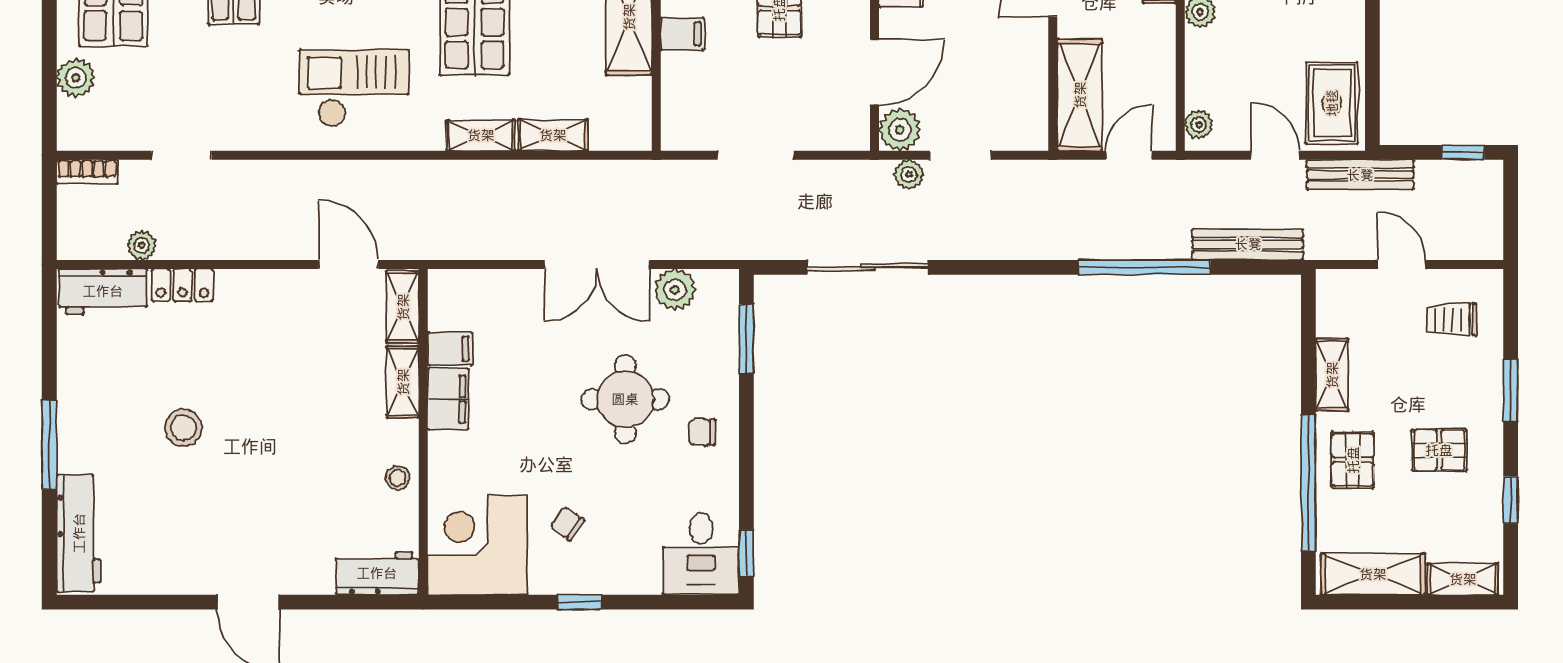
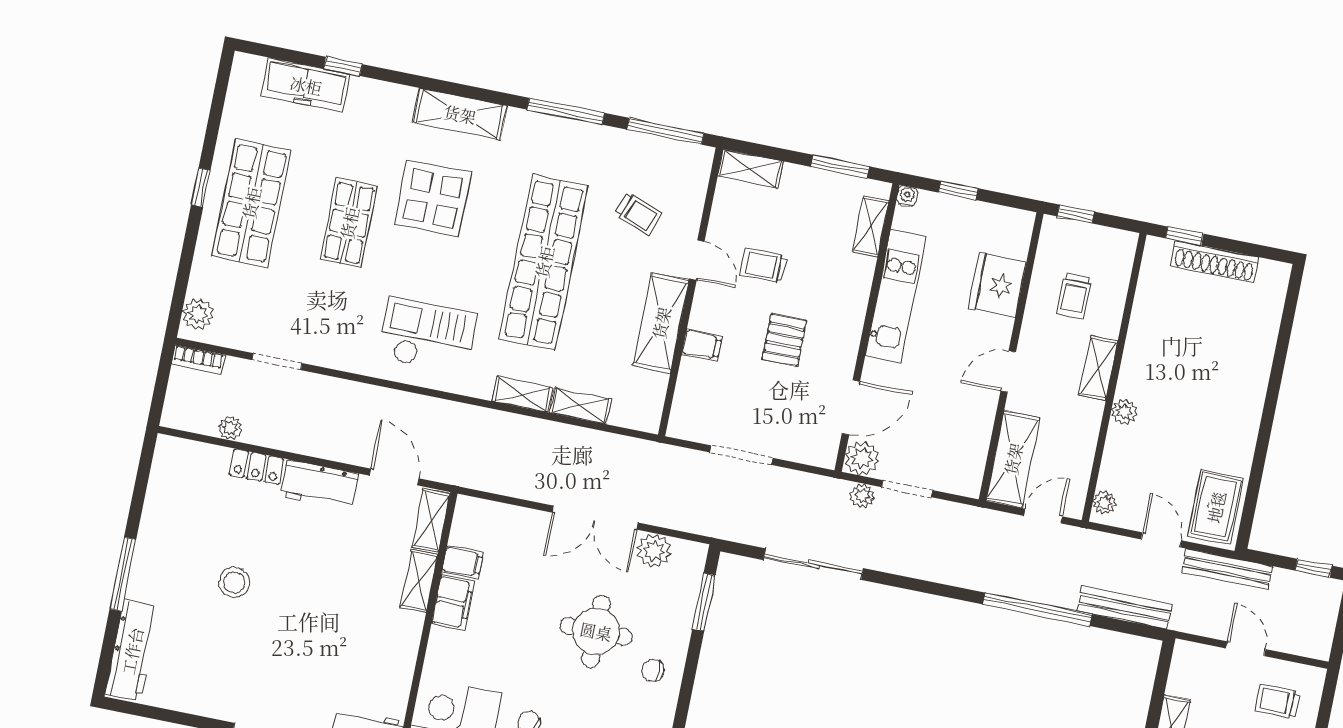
plant: (76, 78) -> (198, 314), moved
workbench: (103, 291) -> (320, 485), moved
stool: (398, 478) -> (399, 658), removed

